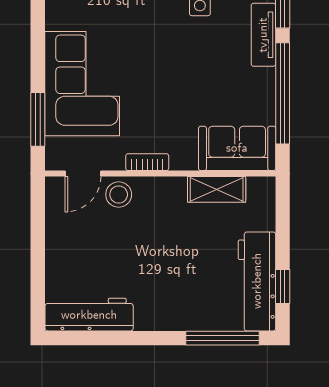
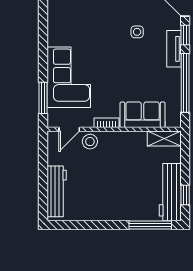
sofa: (237, 148) -> (143, 115), moved
shelving: (217, 189) -> (164, 139), moved
workbench: (89, 315) -> (57, 191), moved, turned 90

